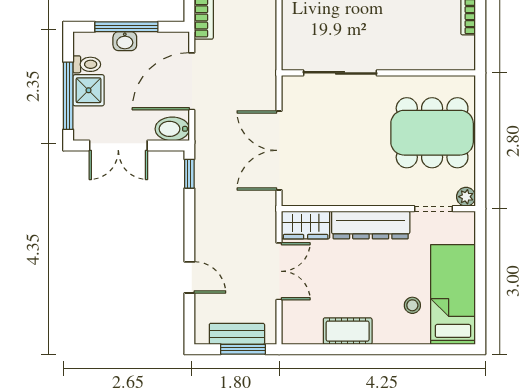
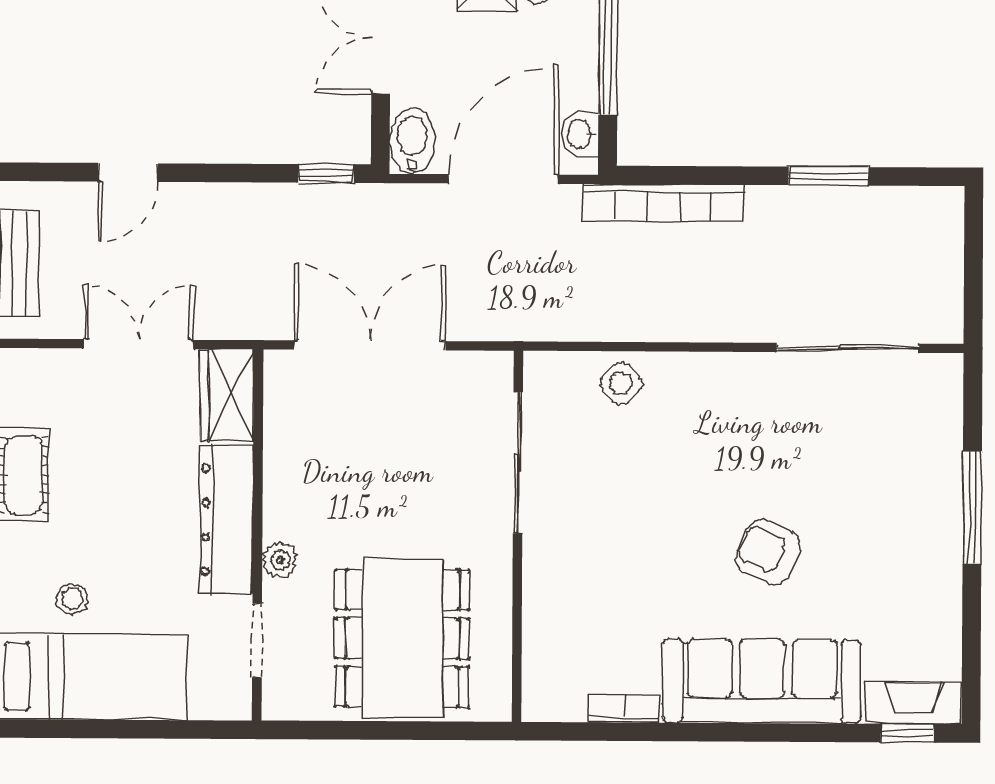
side table: (298, 19) -> (621, 384), added
washbasin: (125, 41) -> (580, 134), moved
door: (192, 81) -> (503, 179), hinge flipped
plant: (466, 197) -> (280, 560), moved
double door: (279, 271) -> (139, 344), swing flipped

